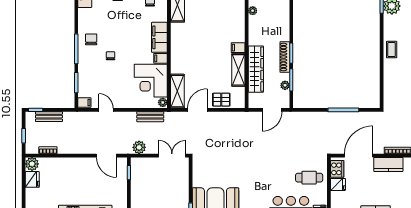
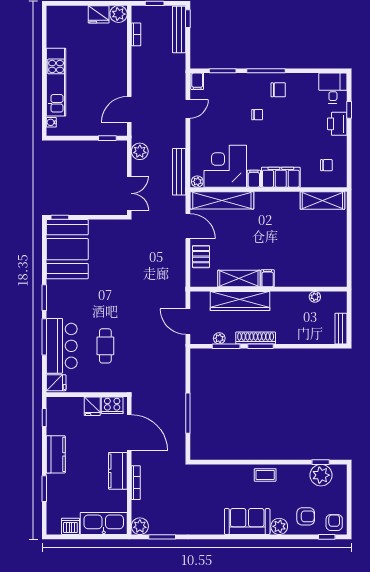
shelving: (177, 91) -> (222, 200), width x1.47
bench: (49, 117) -> (179, 29), width x1.36
bench: (150, 117) -> (179, 172), width x1.36
cafe table: (309, 178) -> (105, 346), moved

